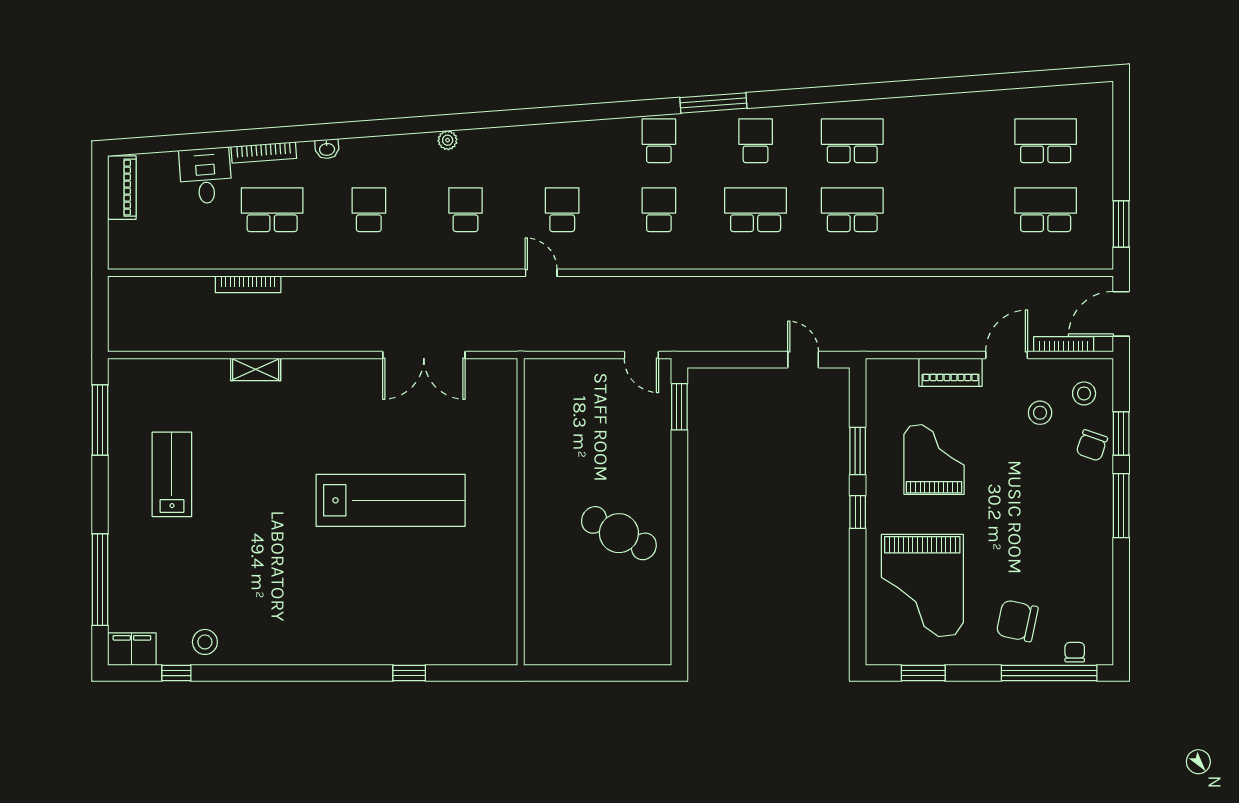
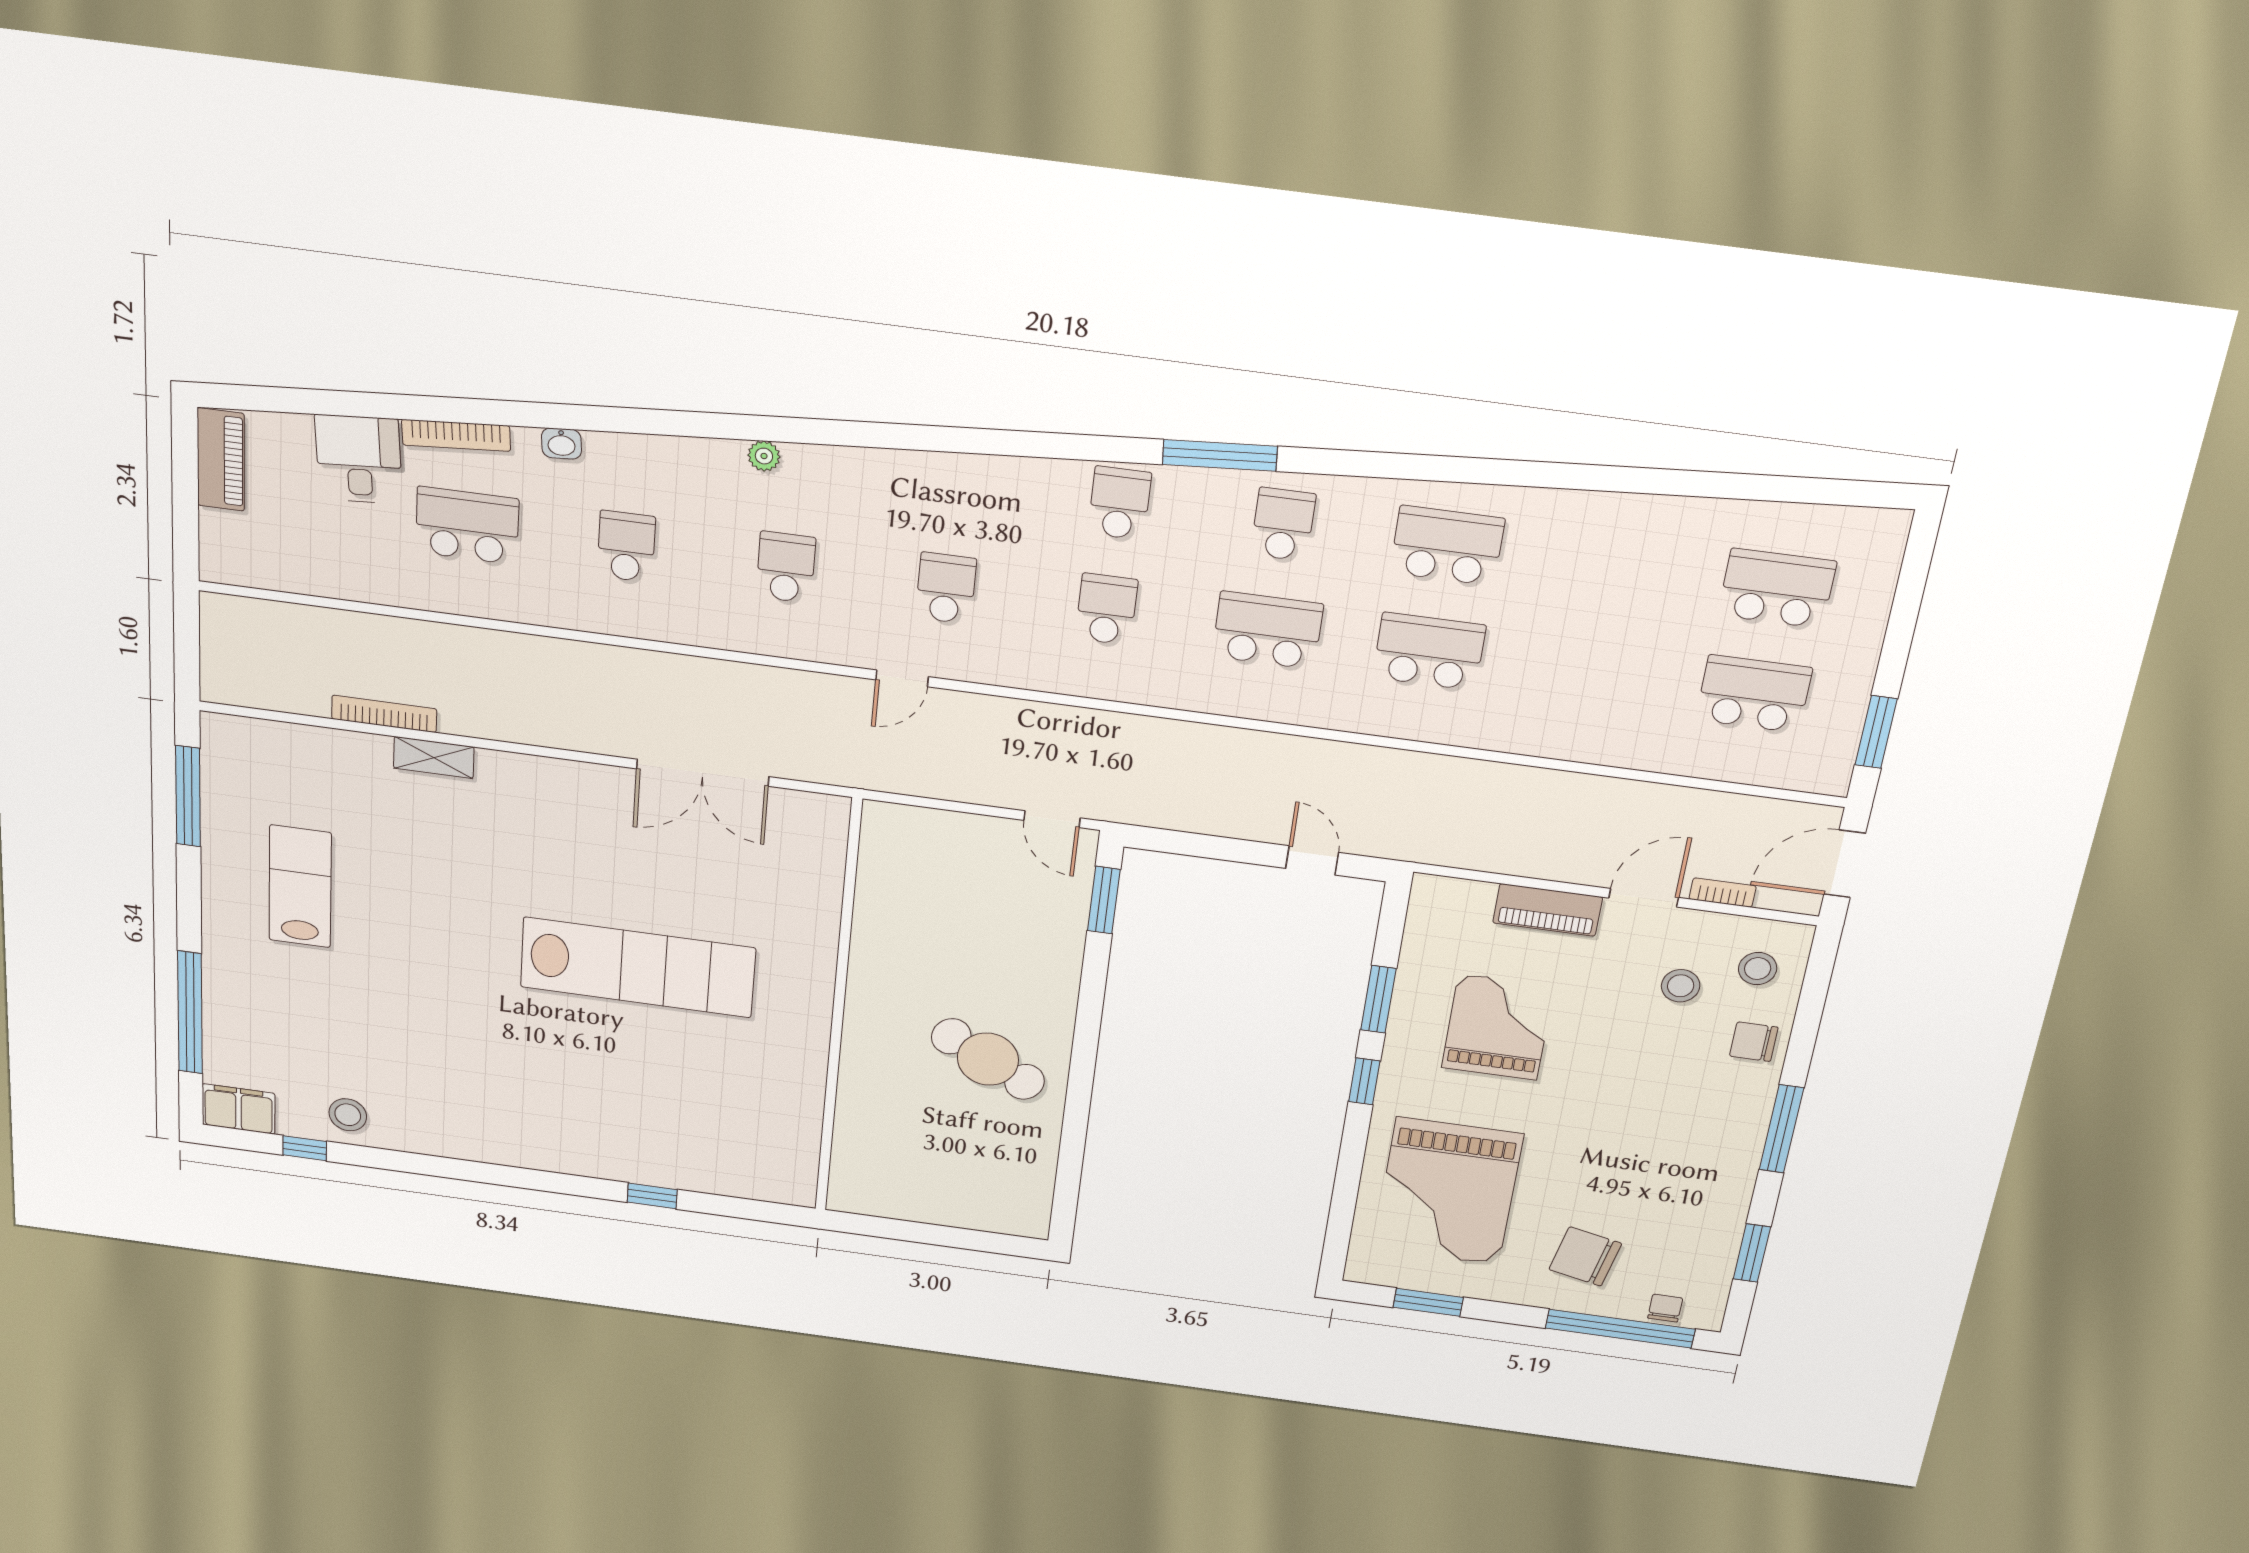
door: (541, 273) -> (902, 678), swing flipped
bookcase: (248, 284) -> (384, 714), moved, turned 180
bookcase: (1064, 344) -> (1723, 893), width x0.64
window: (1121, 433) -> (1752, 1253), moved
chair: (1092, 445) -> (1754, 1042), turned 71

